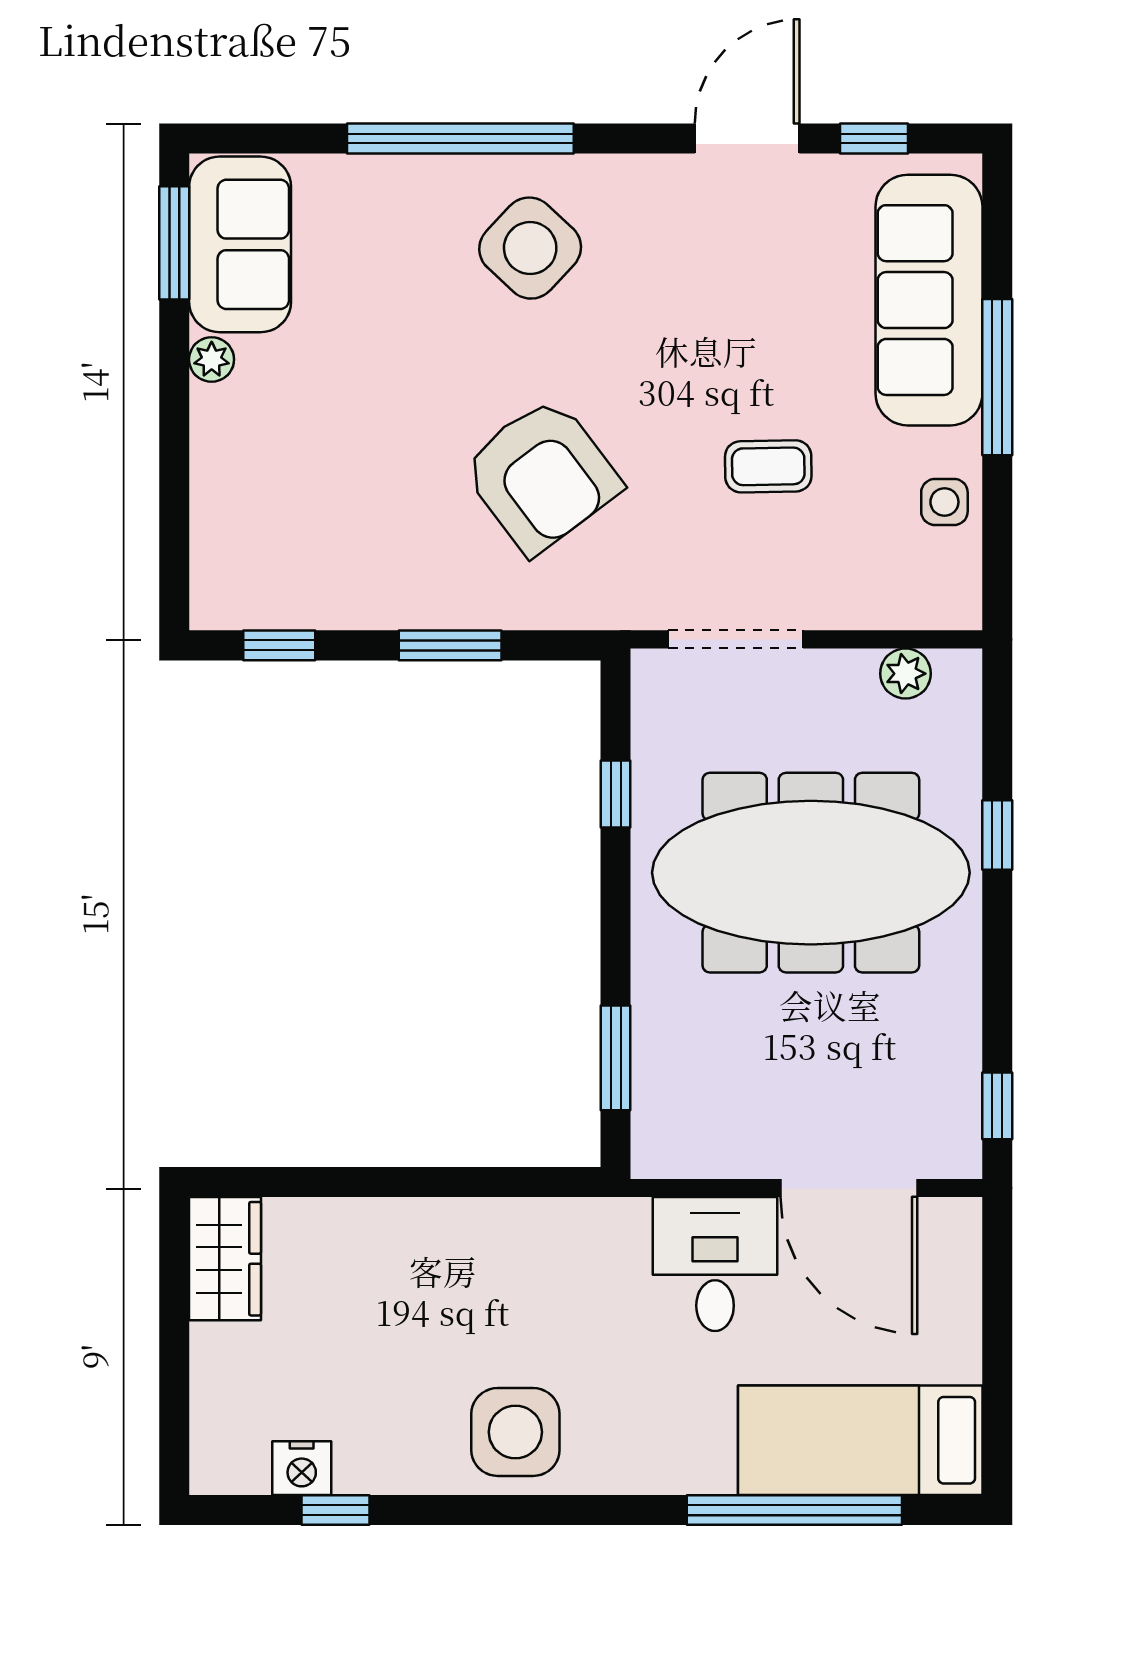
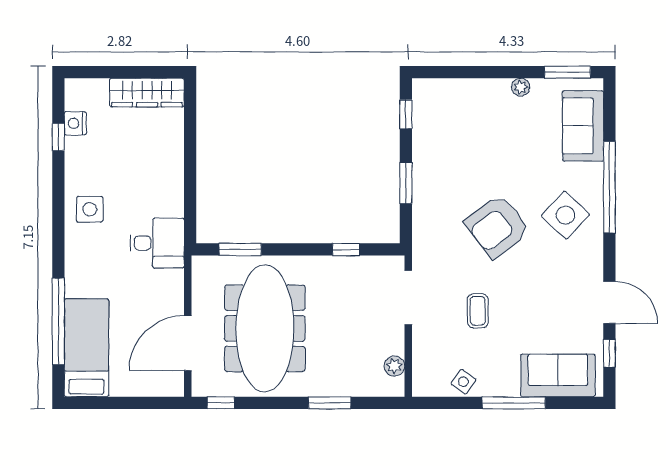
sofa: (240, 244) -> (583, 126), moved, turned 90
sofa: (929, 300) -> (558, 375), width x0.73
armchair: (541, 476) -> (497, 226), moved
side table: (944, 502) -> (463, 382), turned 36
window: (997, 835) -> (330, 403), width x1.50
meeting table: (811, 873) -> (265, 328), moved
wardrobe: (225, 1259) -> (147, 93), width x1.50
desk: (715, 1264) -> (157, 243), moved
side table: (515, 1432) -> (90, 209), width x0.73, depth x0.73

